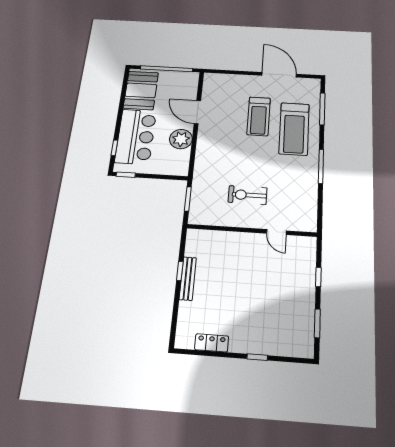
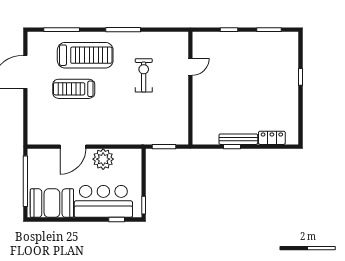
treadmill: (259, 116) -> (74, 89), turned 180
exercise bike: (248, 195) -> (144, 75), moved, turned 180
locker: (212, 343) -> (272, 138), moved, turned 90

